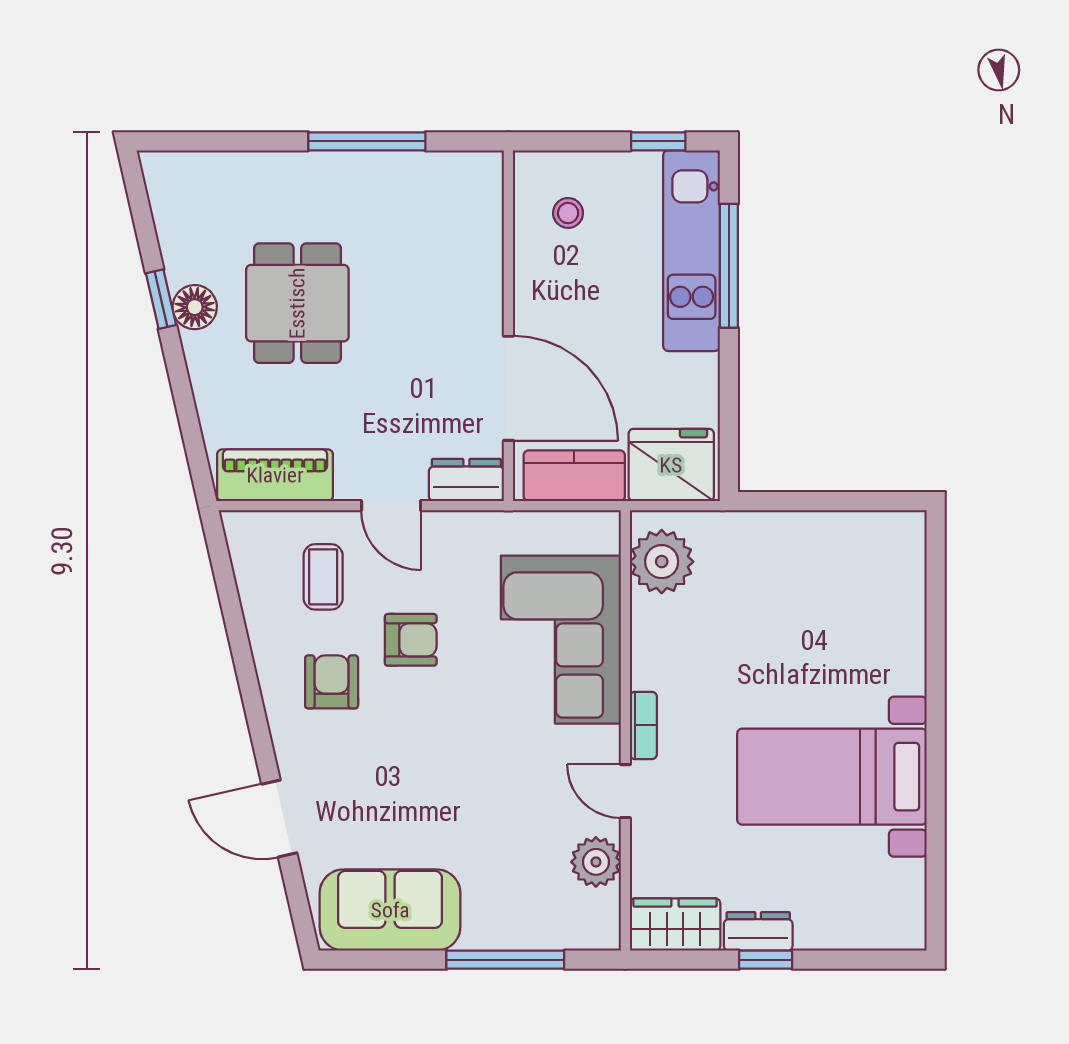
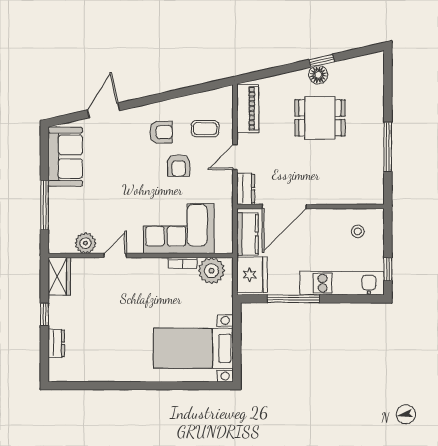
window: (729, 266) -> (293, 299), moved
bookcase: (643, 725) -> (183, 263), moved
bed with nightstands: (832, 777) -> (193, 348), moved, turned -90
dresser: (758, 931) -> (56, 343), moved

